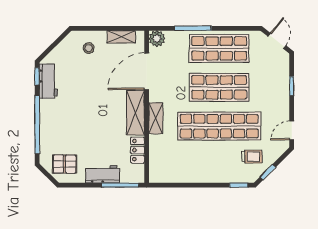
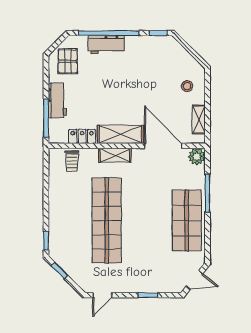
workbench: (48, 81) -> (106, 45), moved
shop shelf: (219, 87) -> (147, 220), removed
door: (292, 130) -> (102, 295), swing flipped
trolley: (252, 157) -> (72, 161), moved

